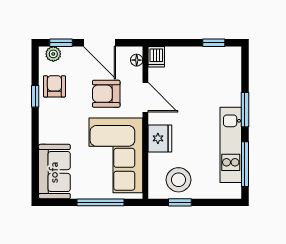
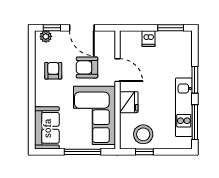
window: (214, 43) -> (171, 28), width x1.50
dishwasher: (156, 57) -> (149, 39), moved
floor lamp: (137, 60) -> (111, 41), removed
armchair: (54, 86) -> (53, 71), moved
window: (35, 96) -> (32, 69), removed

